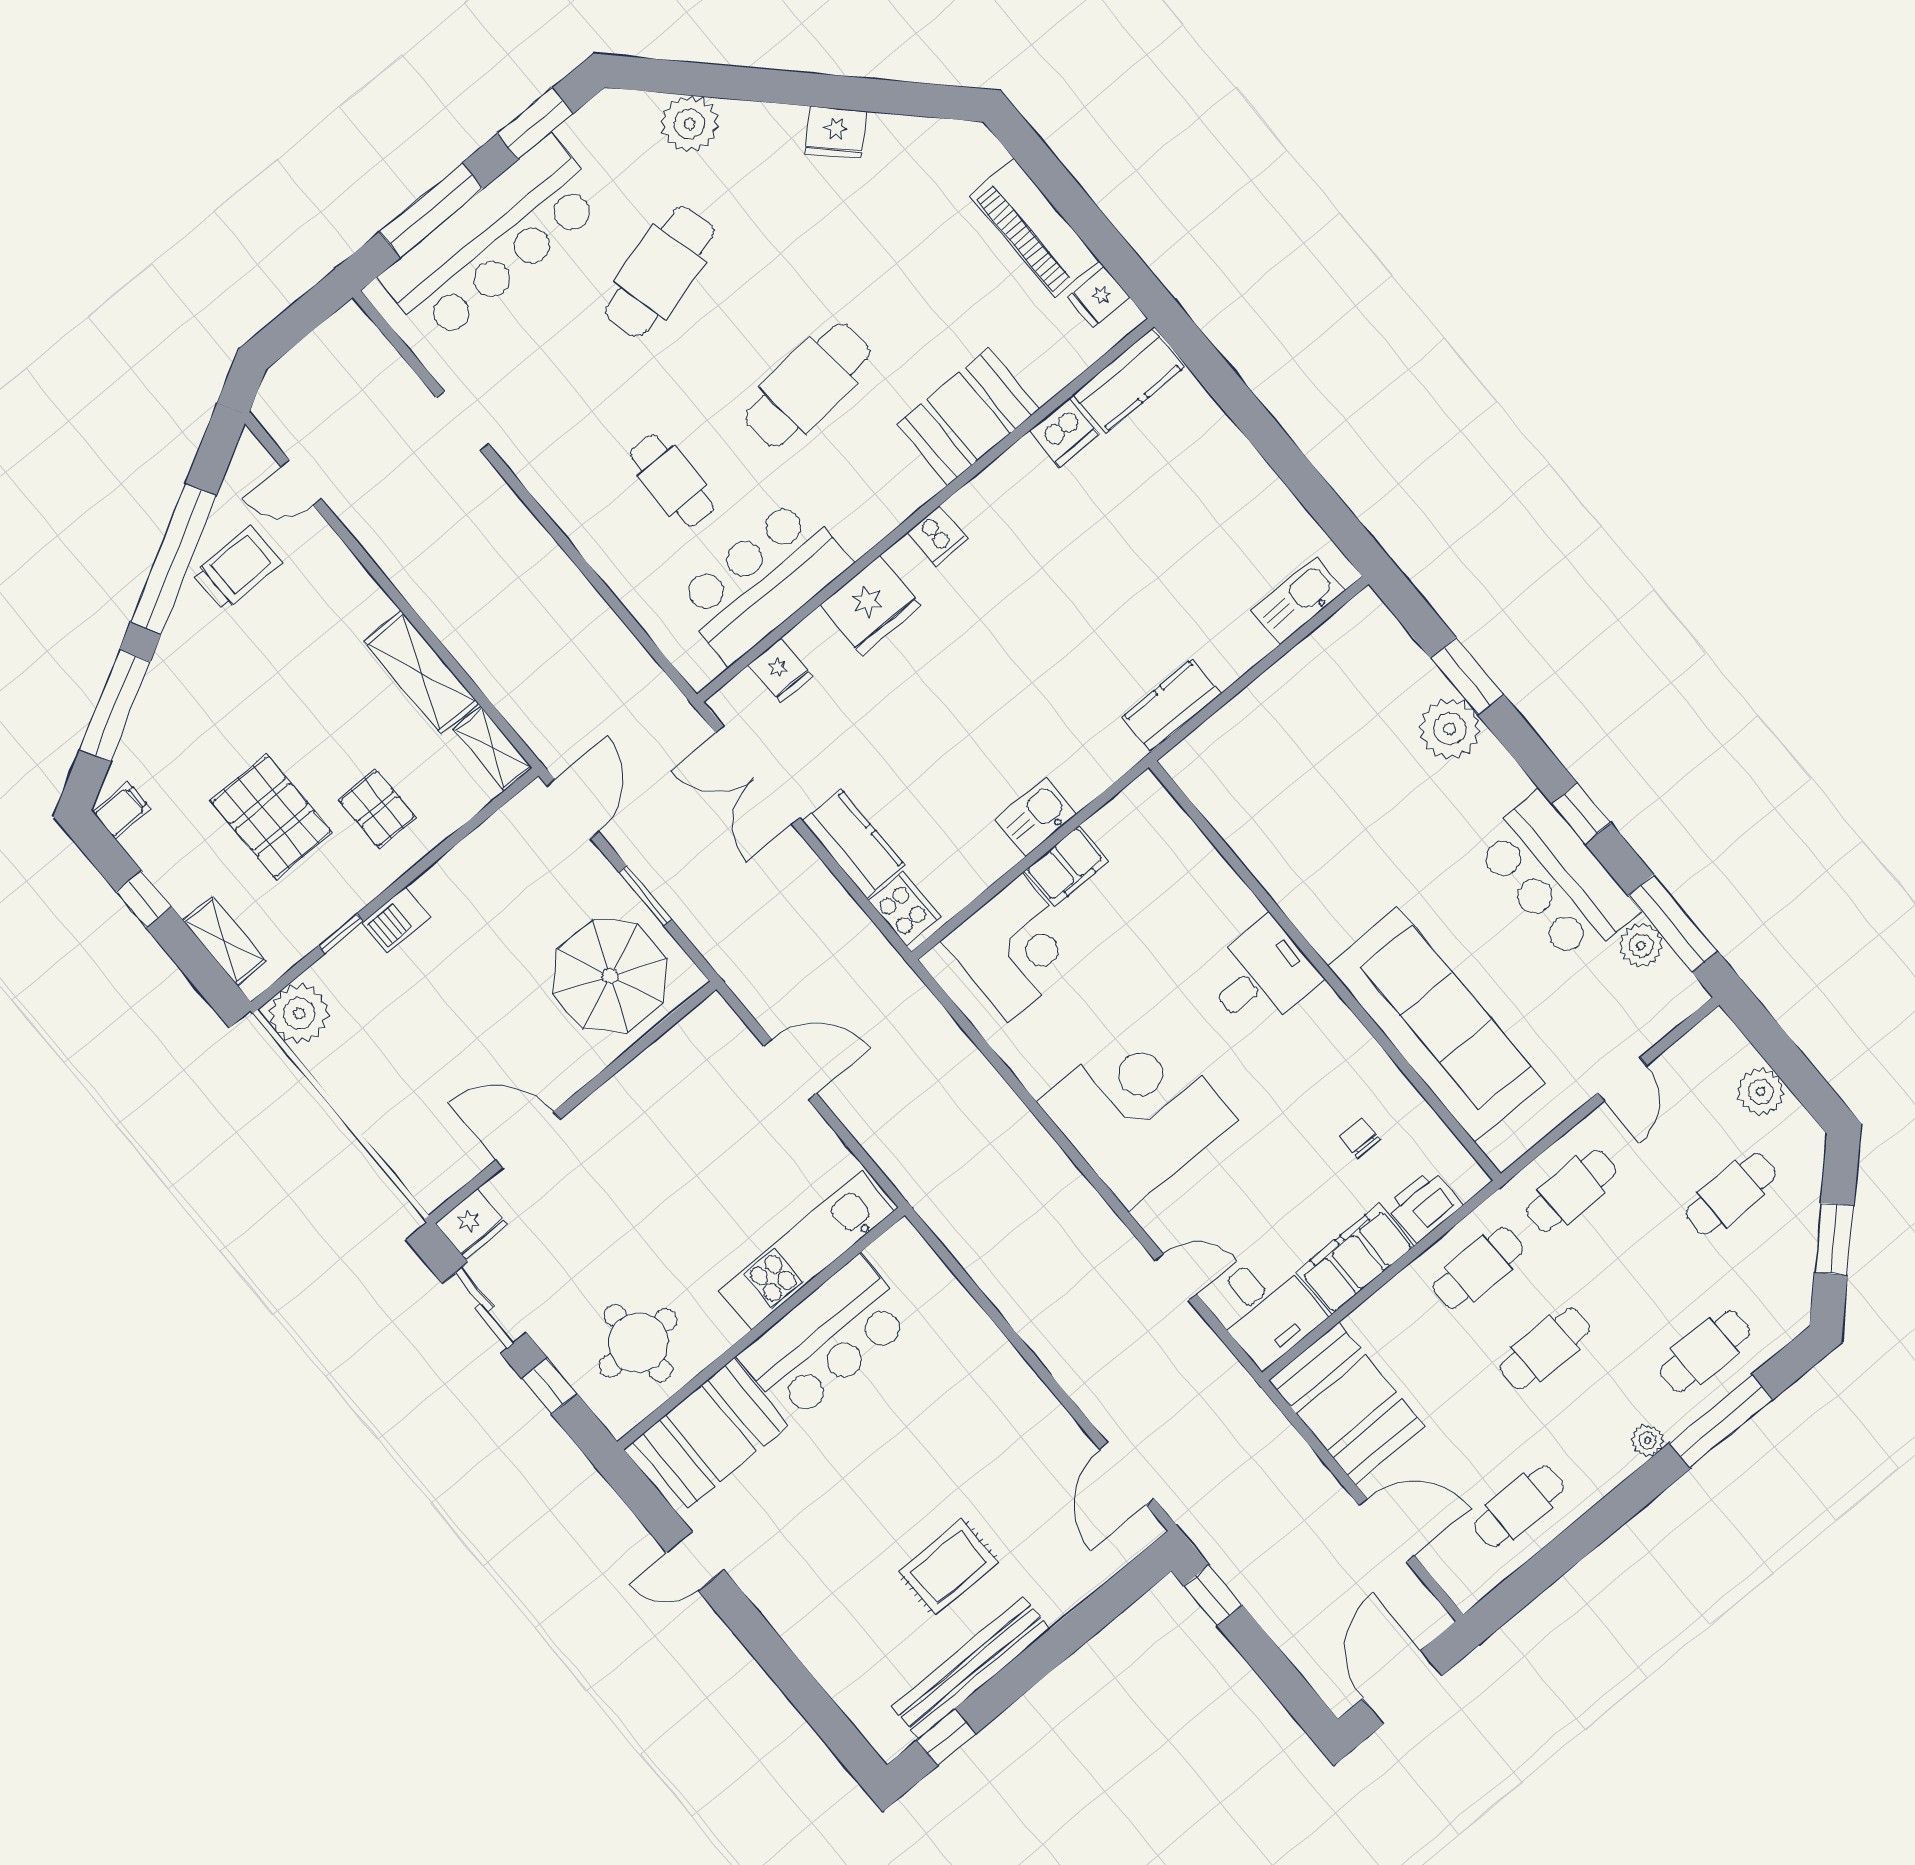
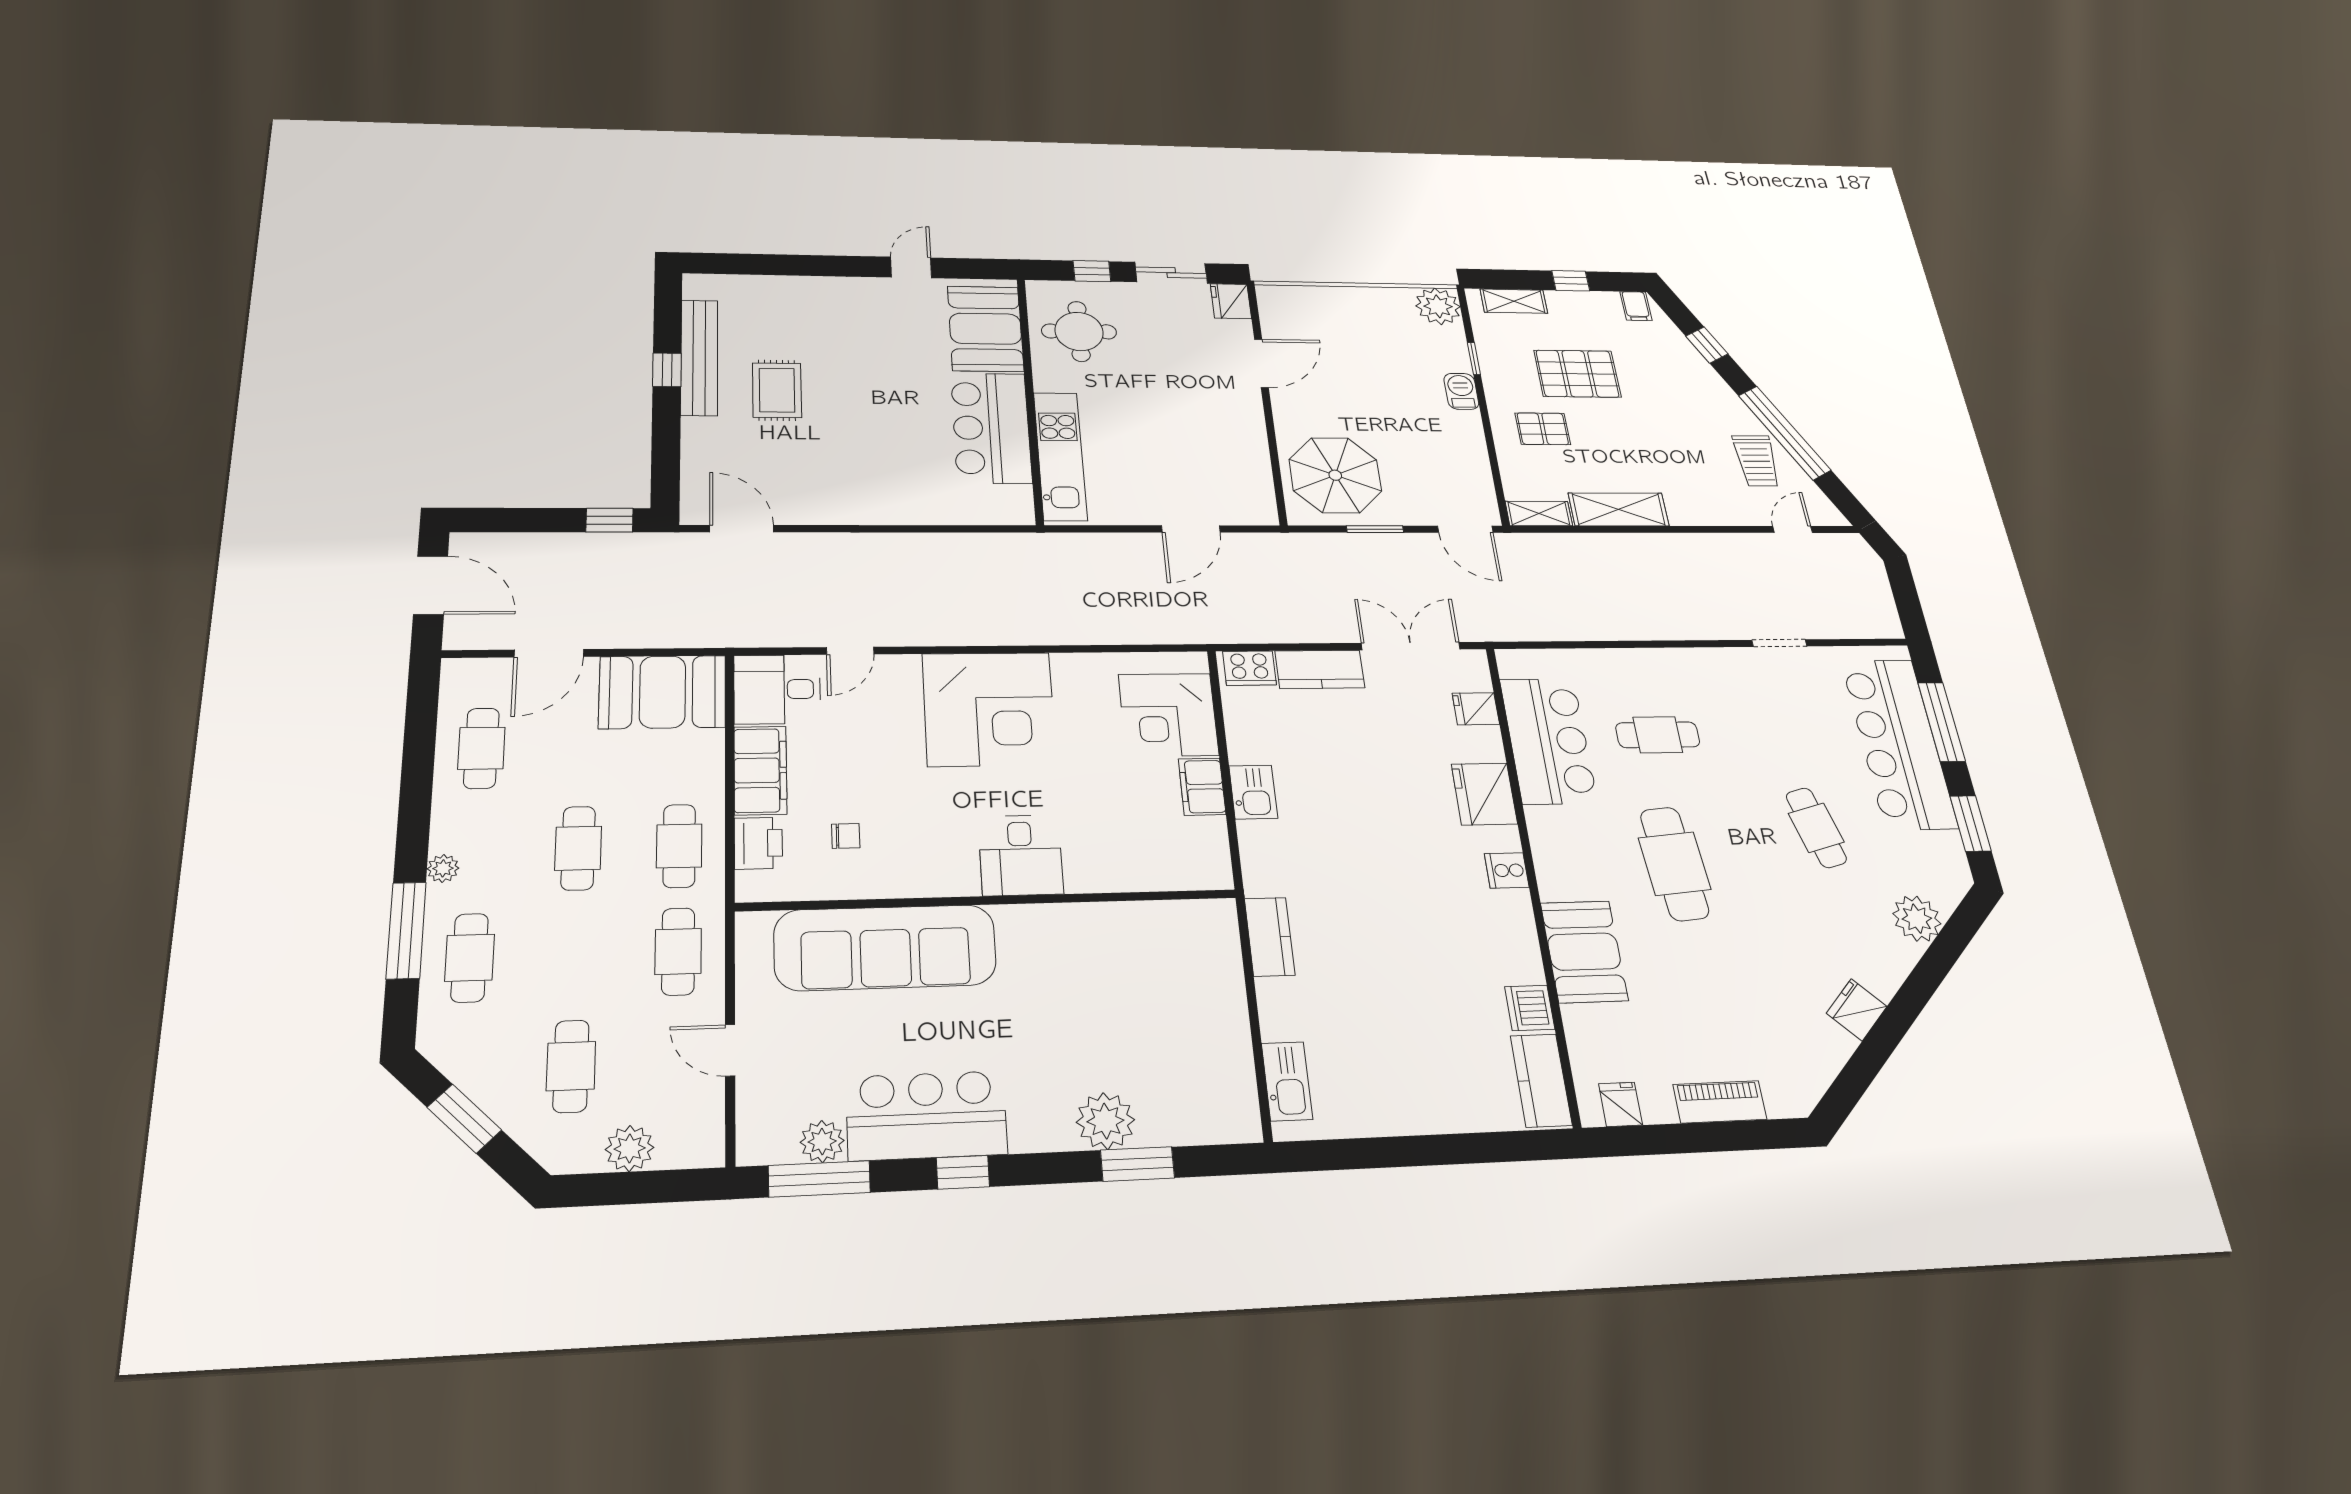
piano: (1035, 228) -> (1720, 1102), width x0.73, depth x0.75
cafe table: (660, 272) -> (1816, 828), width x0.73, depth x0.74
window: (115, 706) -> (1707, 345), width x0.46
window: (946, 1737) -> (667, 370), moved

